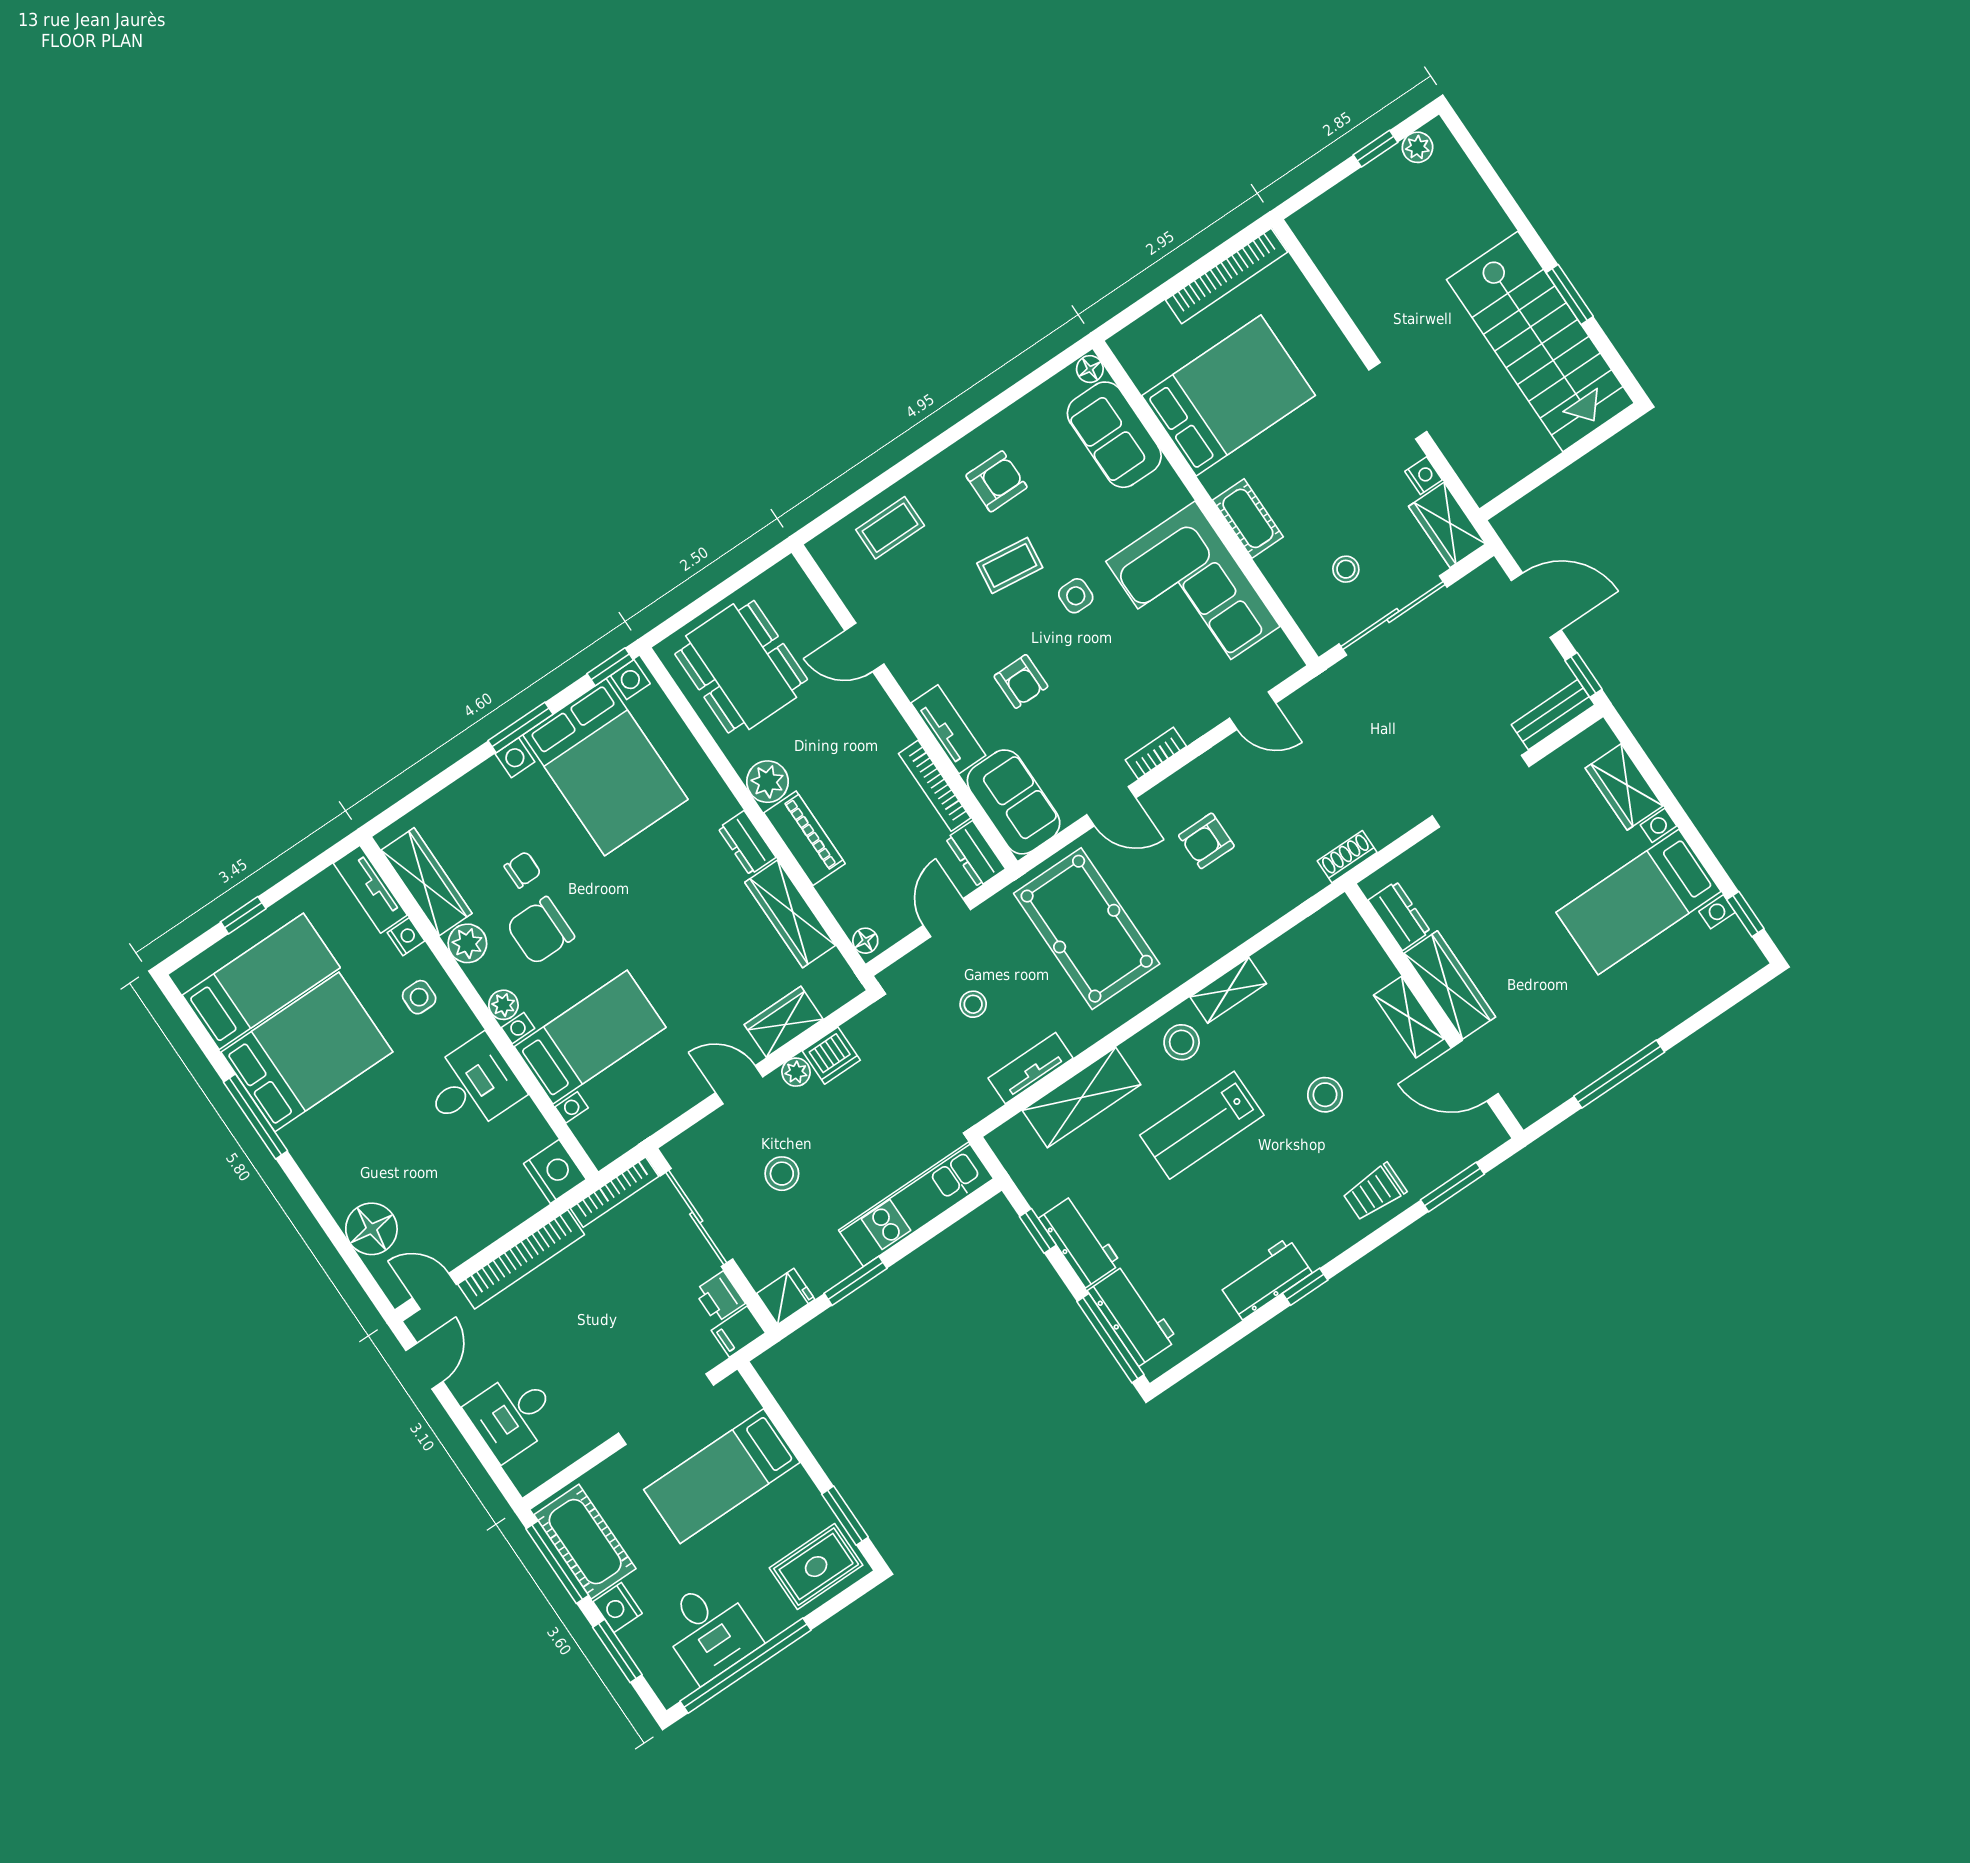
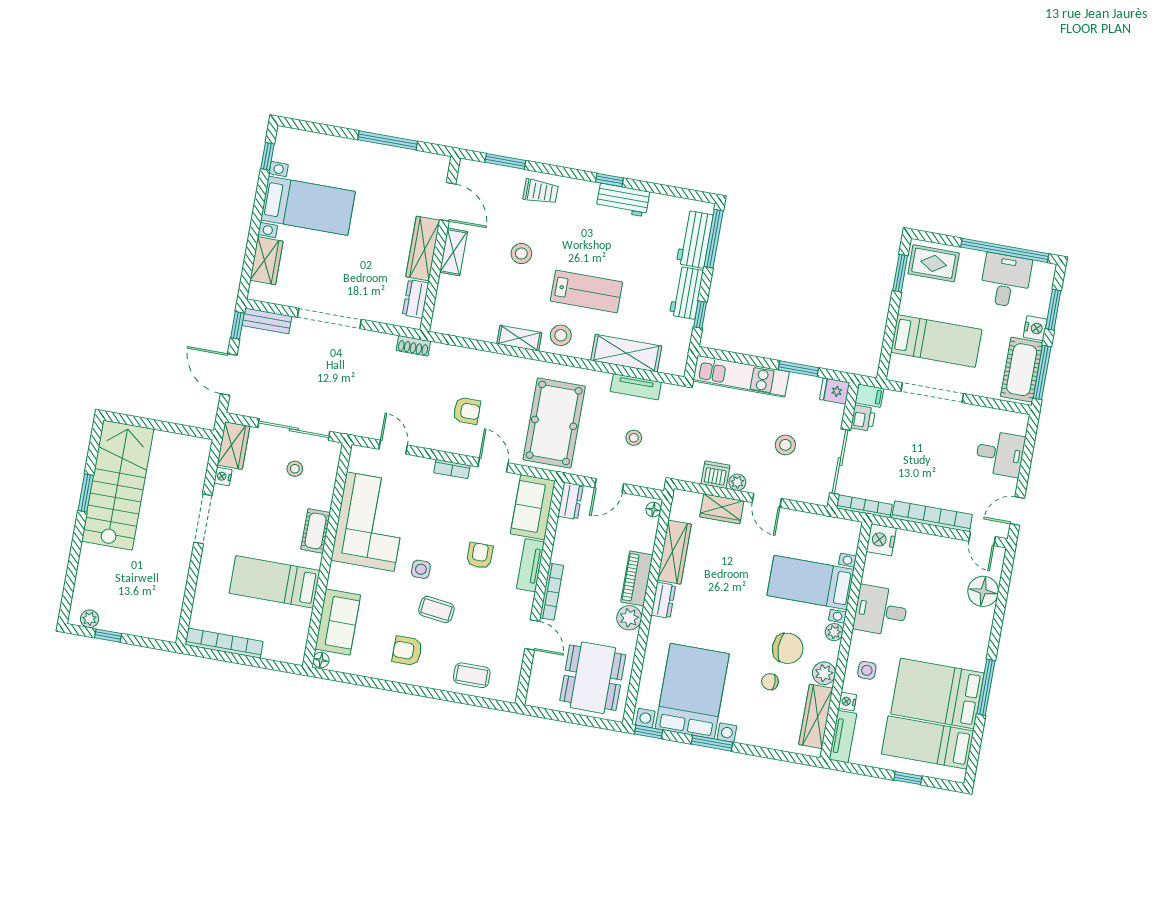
bed: (1229, 395) -> (275, 582), width x0.67
bookcase: (935, 786) -> (552, 592), moved

